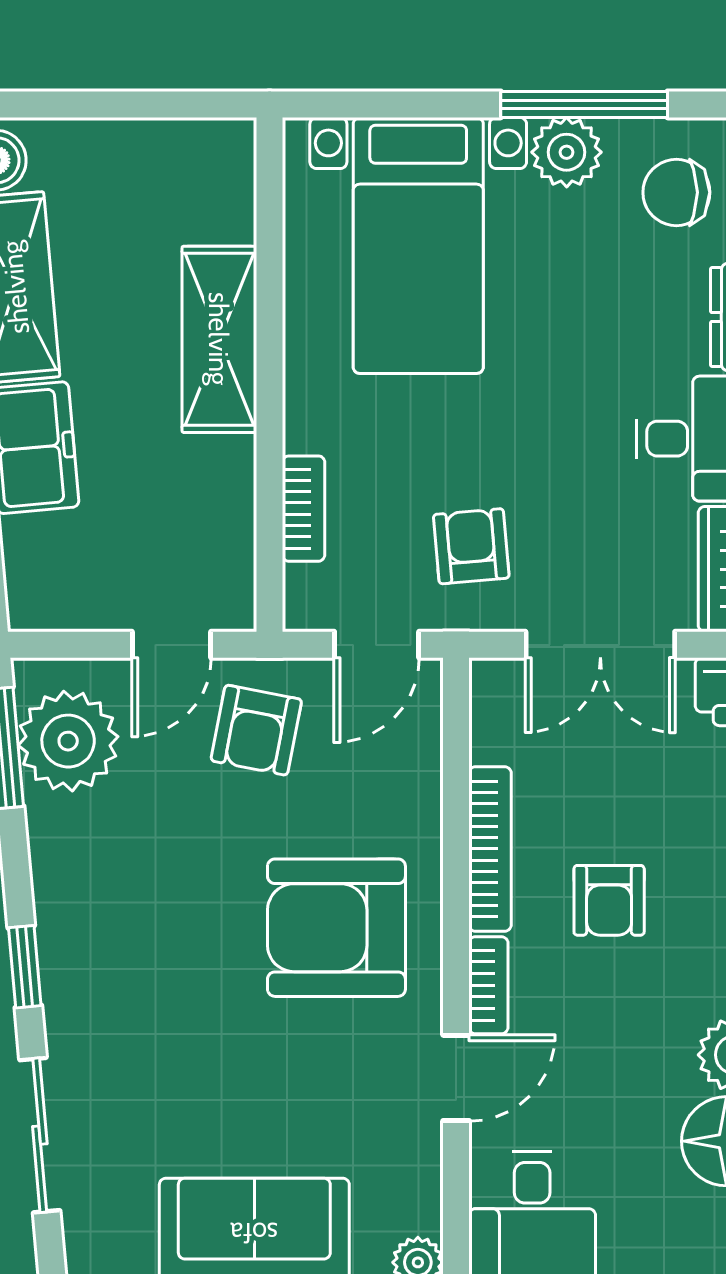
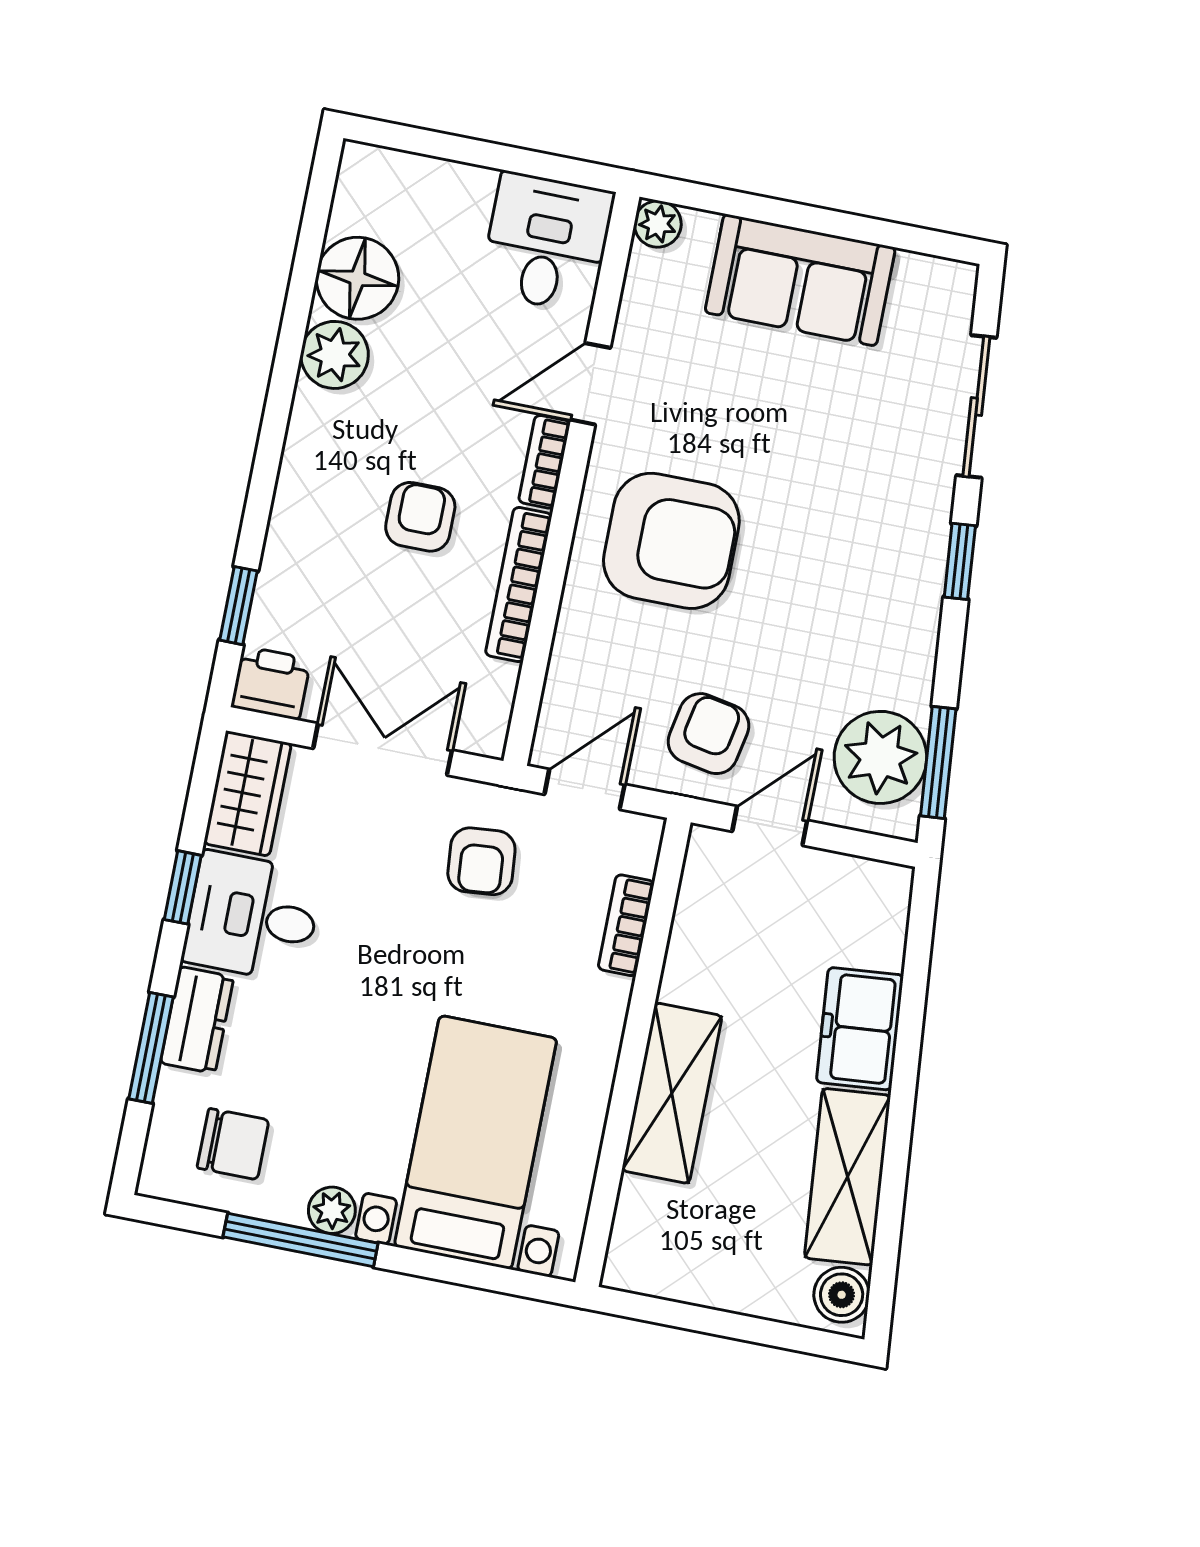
plant: (567, 152) -> (332, 1210), width x0.73, depth x0.73

